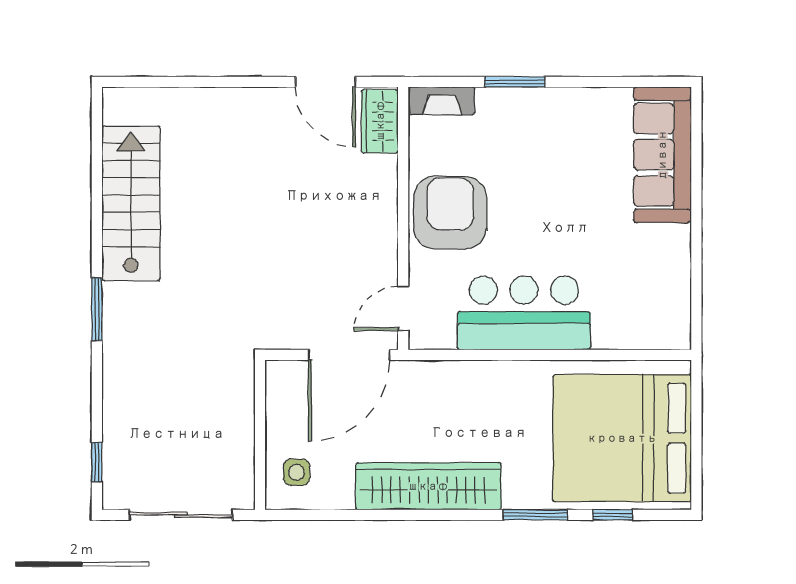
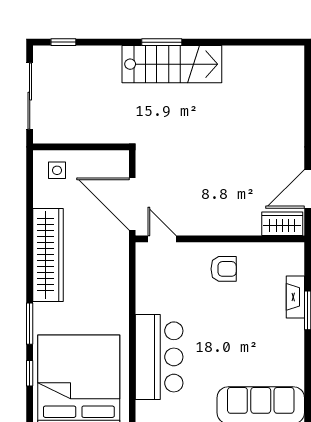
fireplace: (442, 101) -> (295, 297), moved
stairs: (131, 203) -> (172, 64), moved
armchair: (450, 213) -> (224, 269), width x0.53, depth x0.53
bar counter: (524, 313) -> (159, 357), moved

